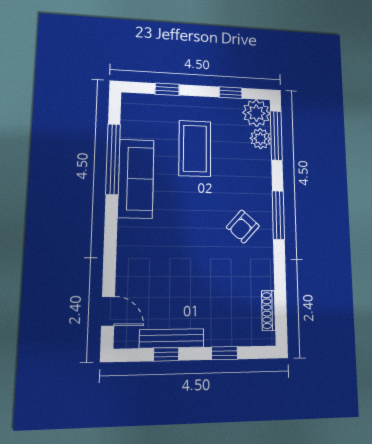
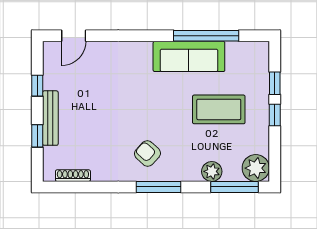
window: (231, 93) -> (275, 115), moved
plant: (260, 139) -> (212, 171), moved
bench: (172, 338) -> (50, 118), moved

